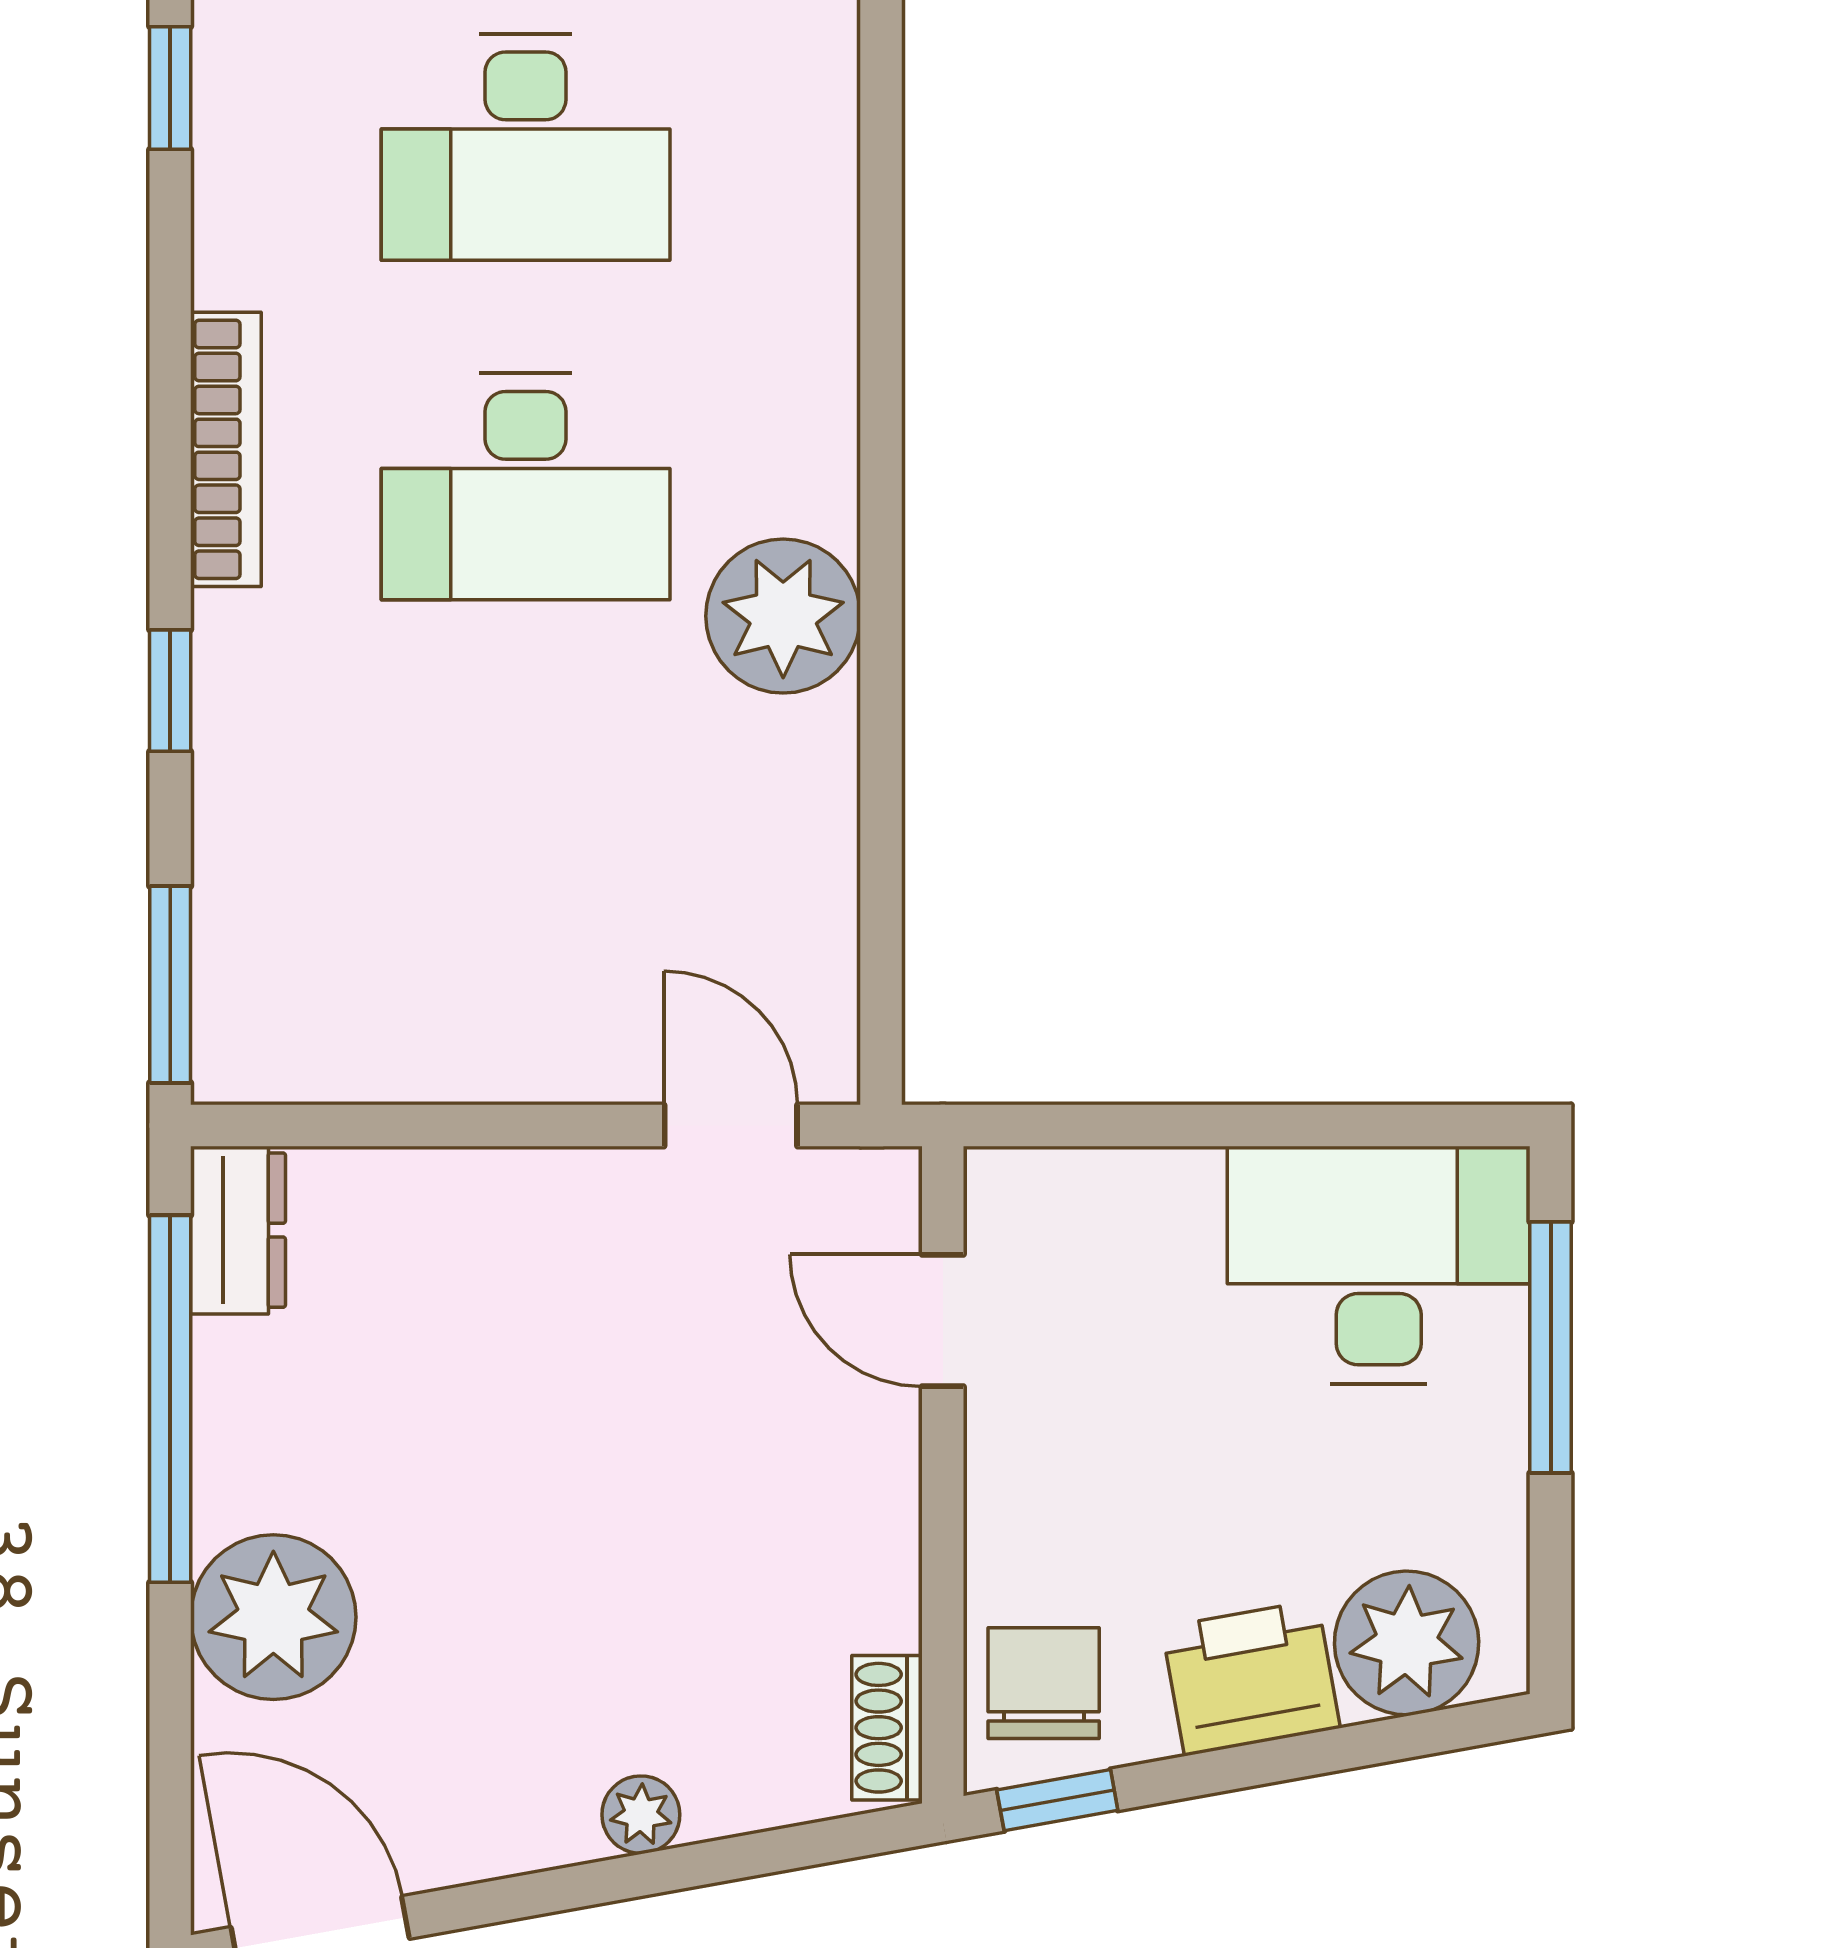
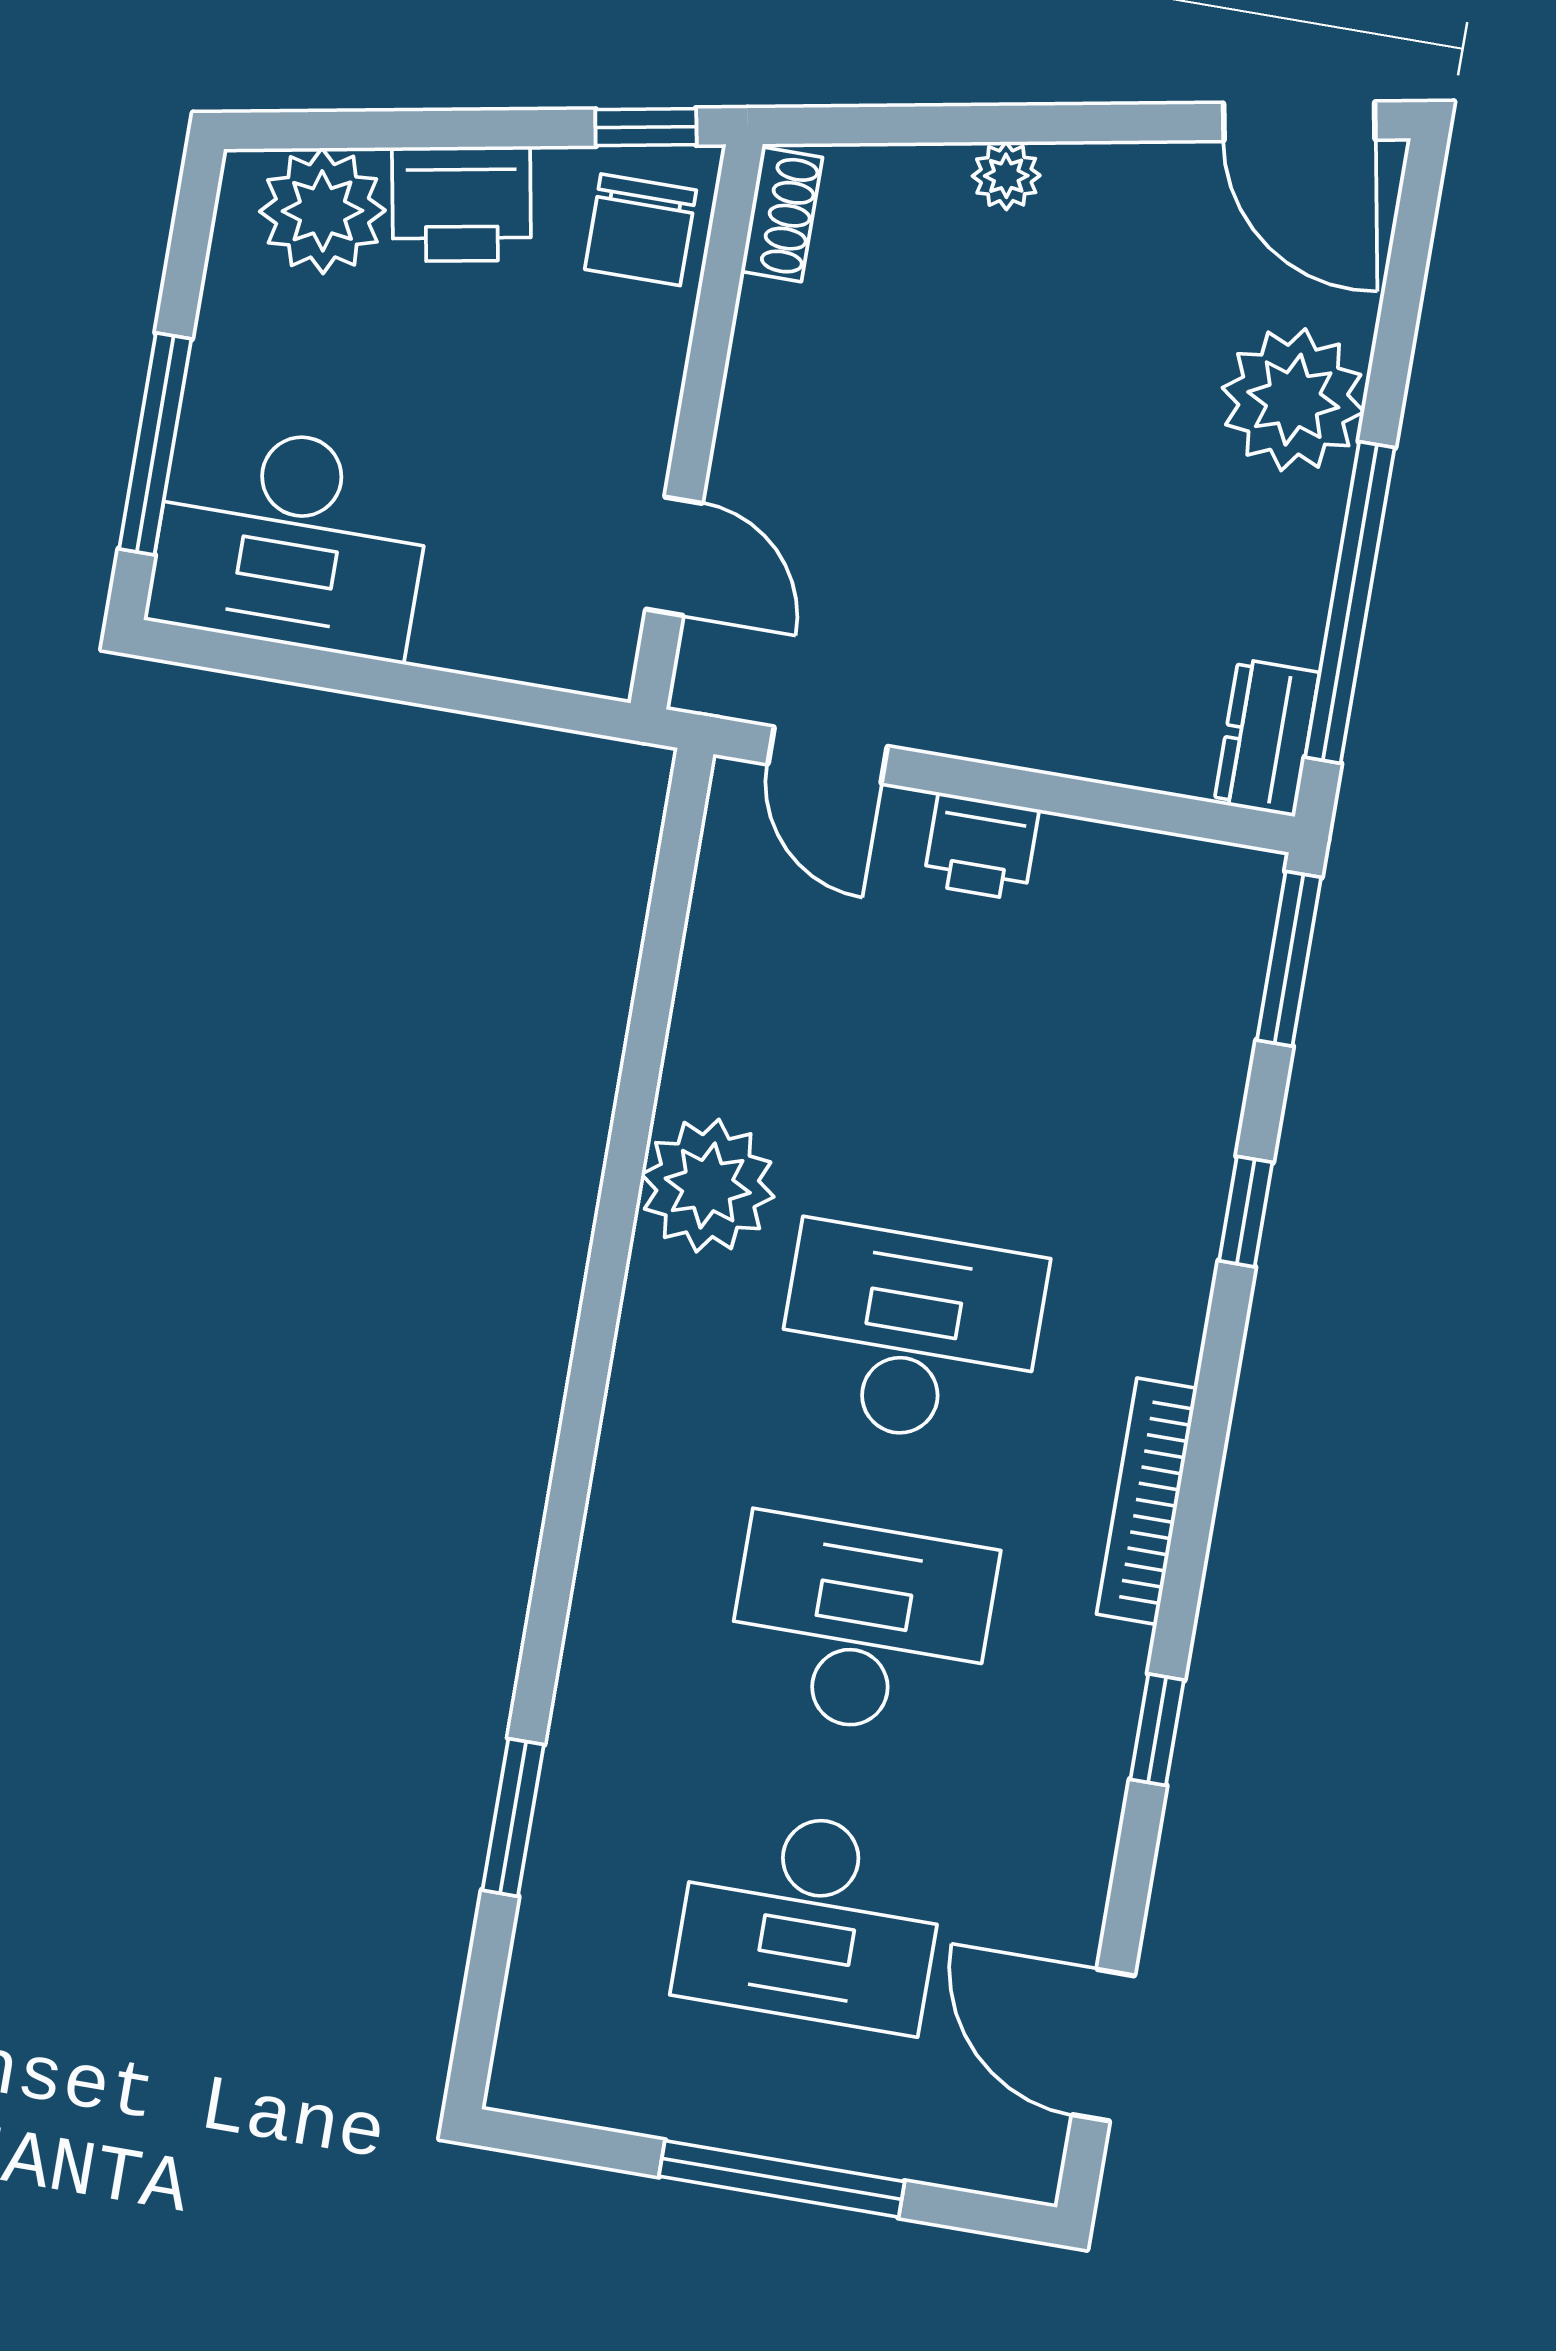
bookcase: (226, 449) -> (1147, 1501), moved
printer: (540, 1052) -> (981, 847), added

